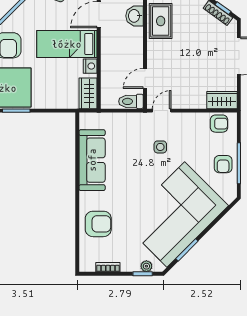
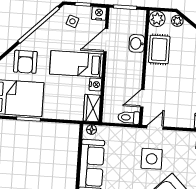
floor lamp: (89, 118) -> (92, 130), added
side table: (160, 147) -> (152, 159), width x1.87, depth x1.87

